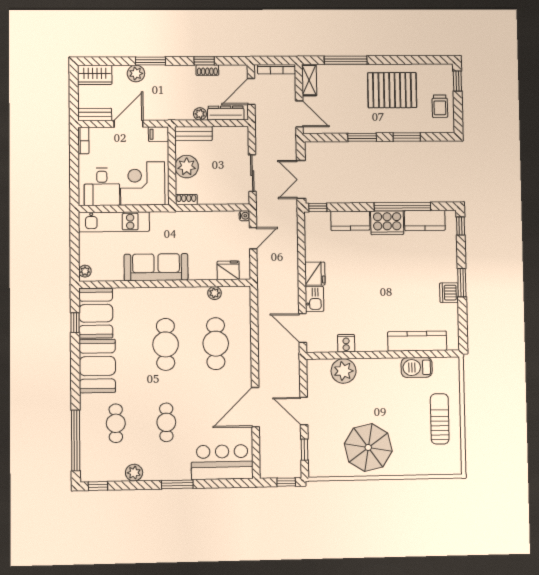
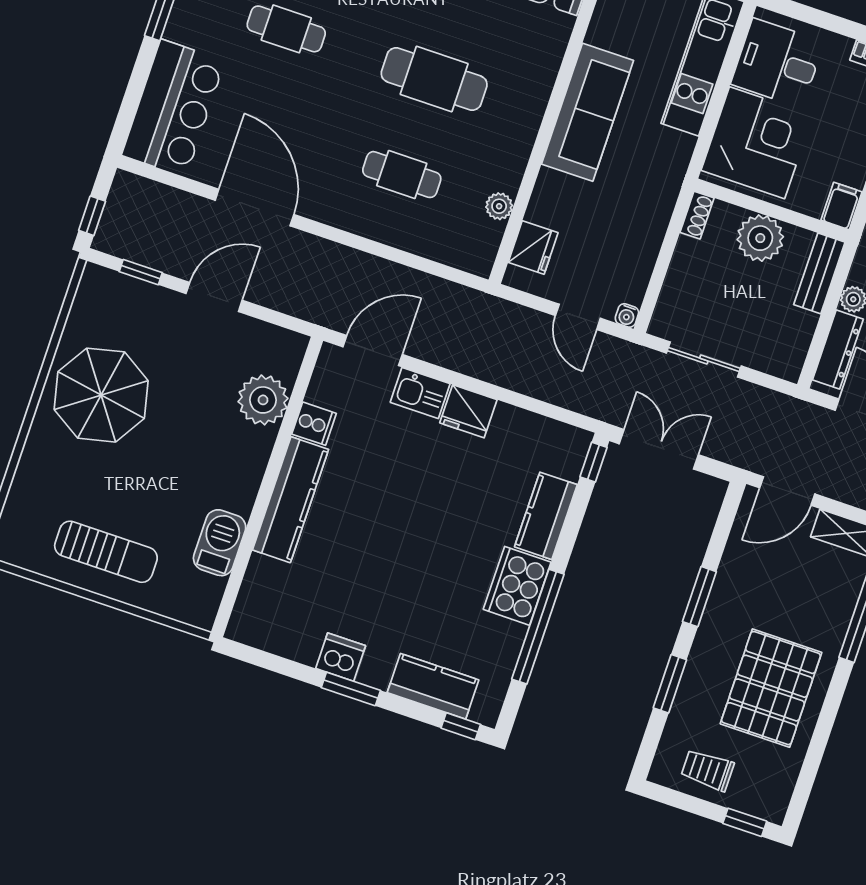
kitchen counter: (425, 220) -> (433, 686), moved, turned 90
kitchen counter: (417, 341) -> (291, 500), moved
cafe table: (216, 344) -> (402, 175), width x0.73, depth x0.74

